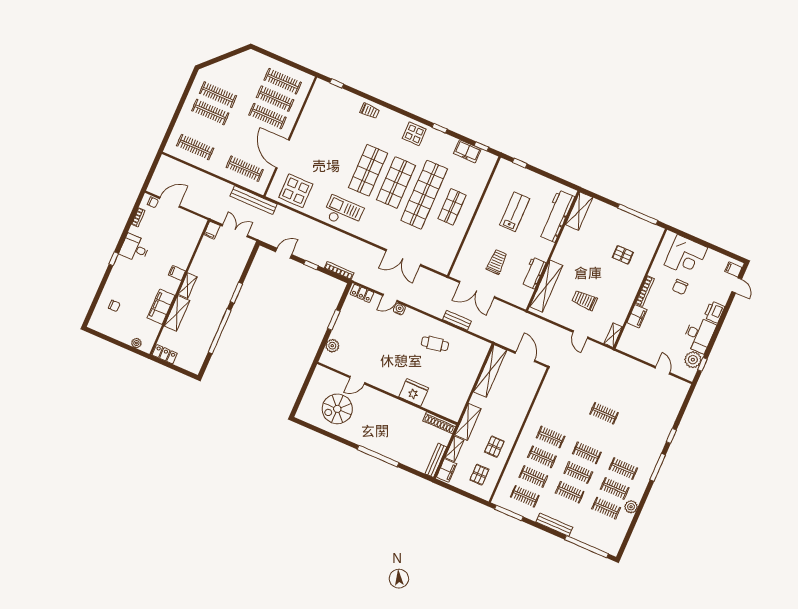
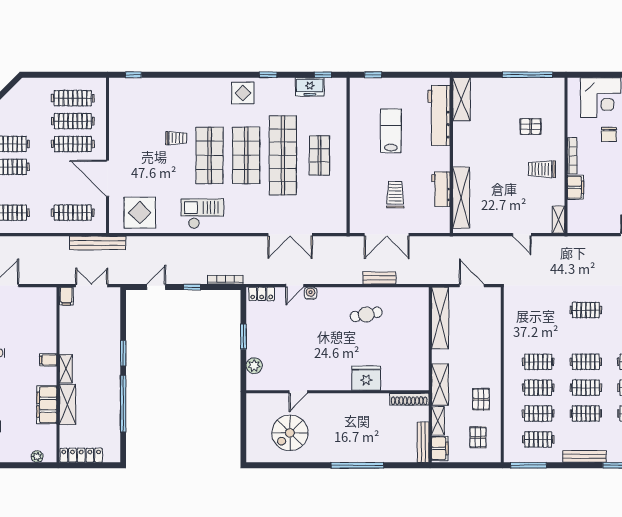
trolley: (370, 111) -> (176, 138), moved
trolley: (584, 300) -> (542, 169), moved
locker: (165, 354) -> (81, 455), width x1.53

